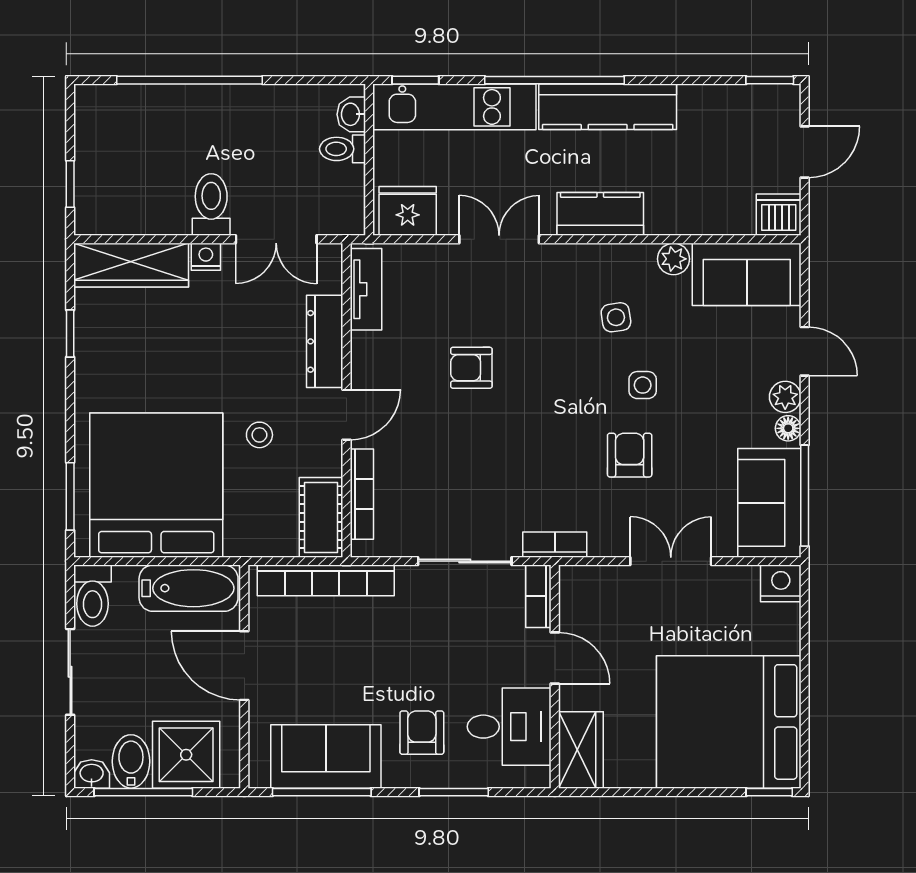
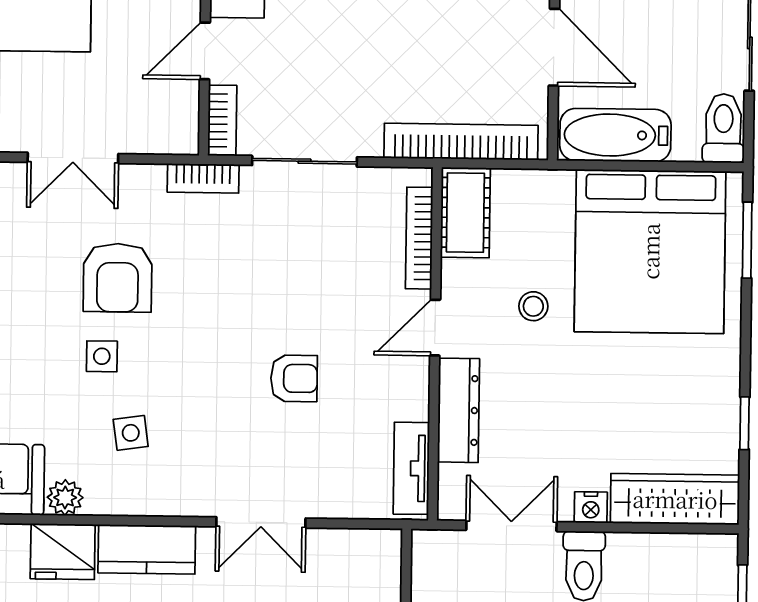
fridge: (408, 211) -> (63, 552), moved
armchair: (630, 455) -> (118, 278), width x1.38, depth x1.38
door: (555, 658) -> (205, 51), hinge flipped

